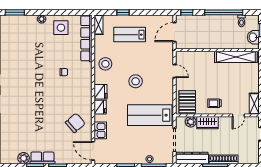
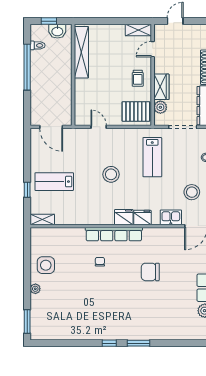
window: (187, 12) -> (27, 112), removed
lab bench: (130, 35) -> (54, 182), turned 90
row of seats: (86, 38) -> (114, 234), moved
stool: (105, 64) -> (192, 192), moved
door: (175, 71) -> (99, 127), hinge flipped
lab bench: (150, 115) -> (152, 157), width x0.73, depth x0.72
door: (238, 115) -> (153, 49), swing flipped
chair: (75, 123) -> (150, 272), moved, turned -49

